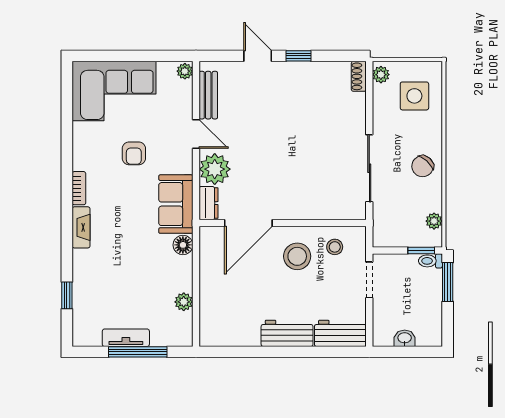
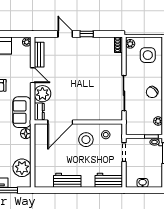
plant: (184, 302) -> (22, 168), width x1.88, depth x1.88
workbench: (287, 333) -> (67, 180), moved

